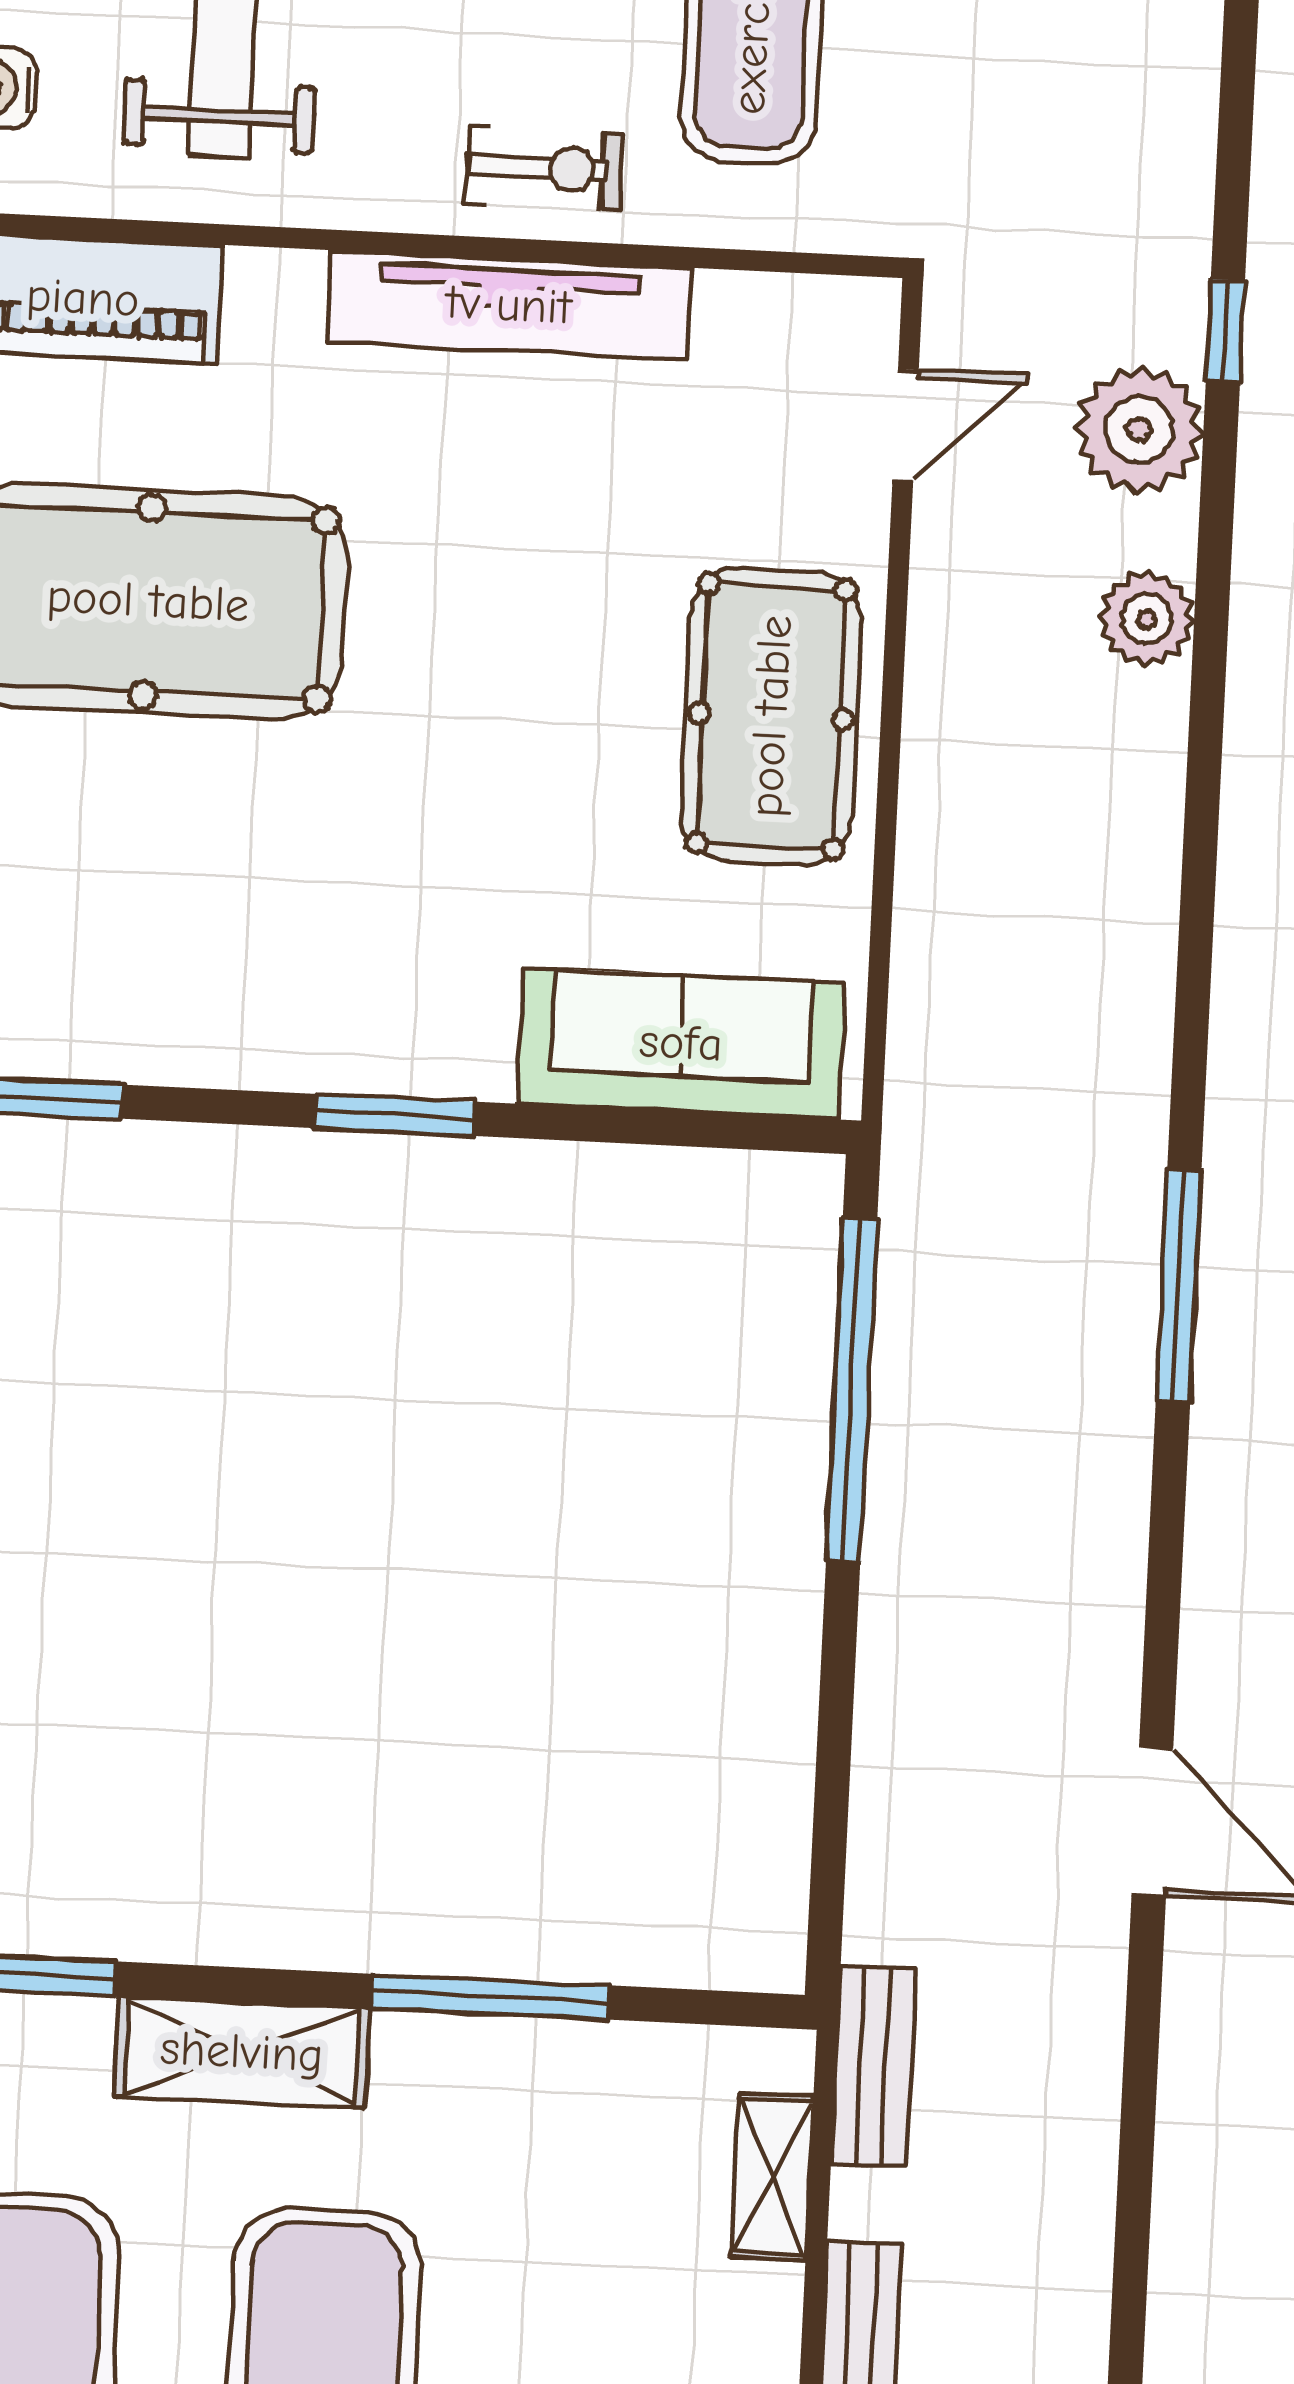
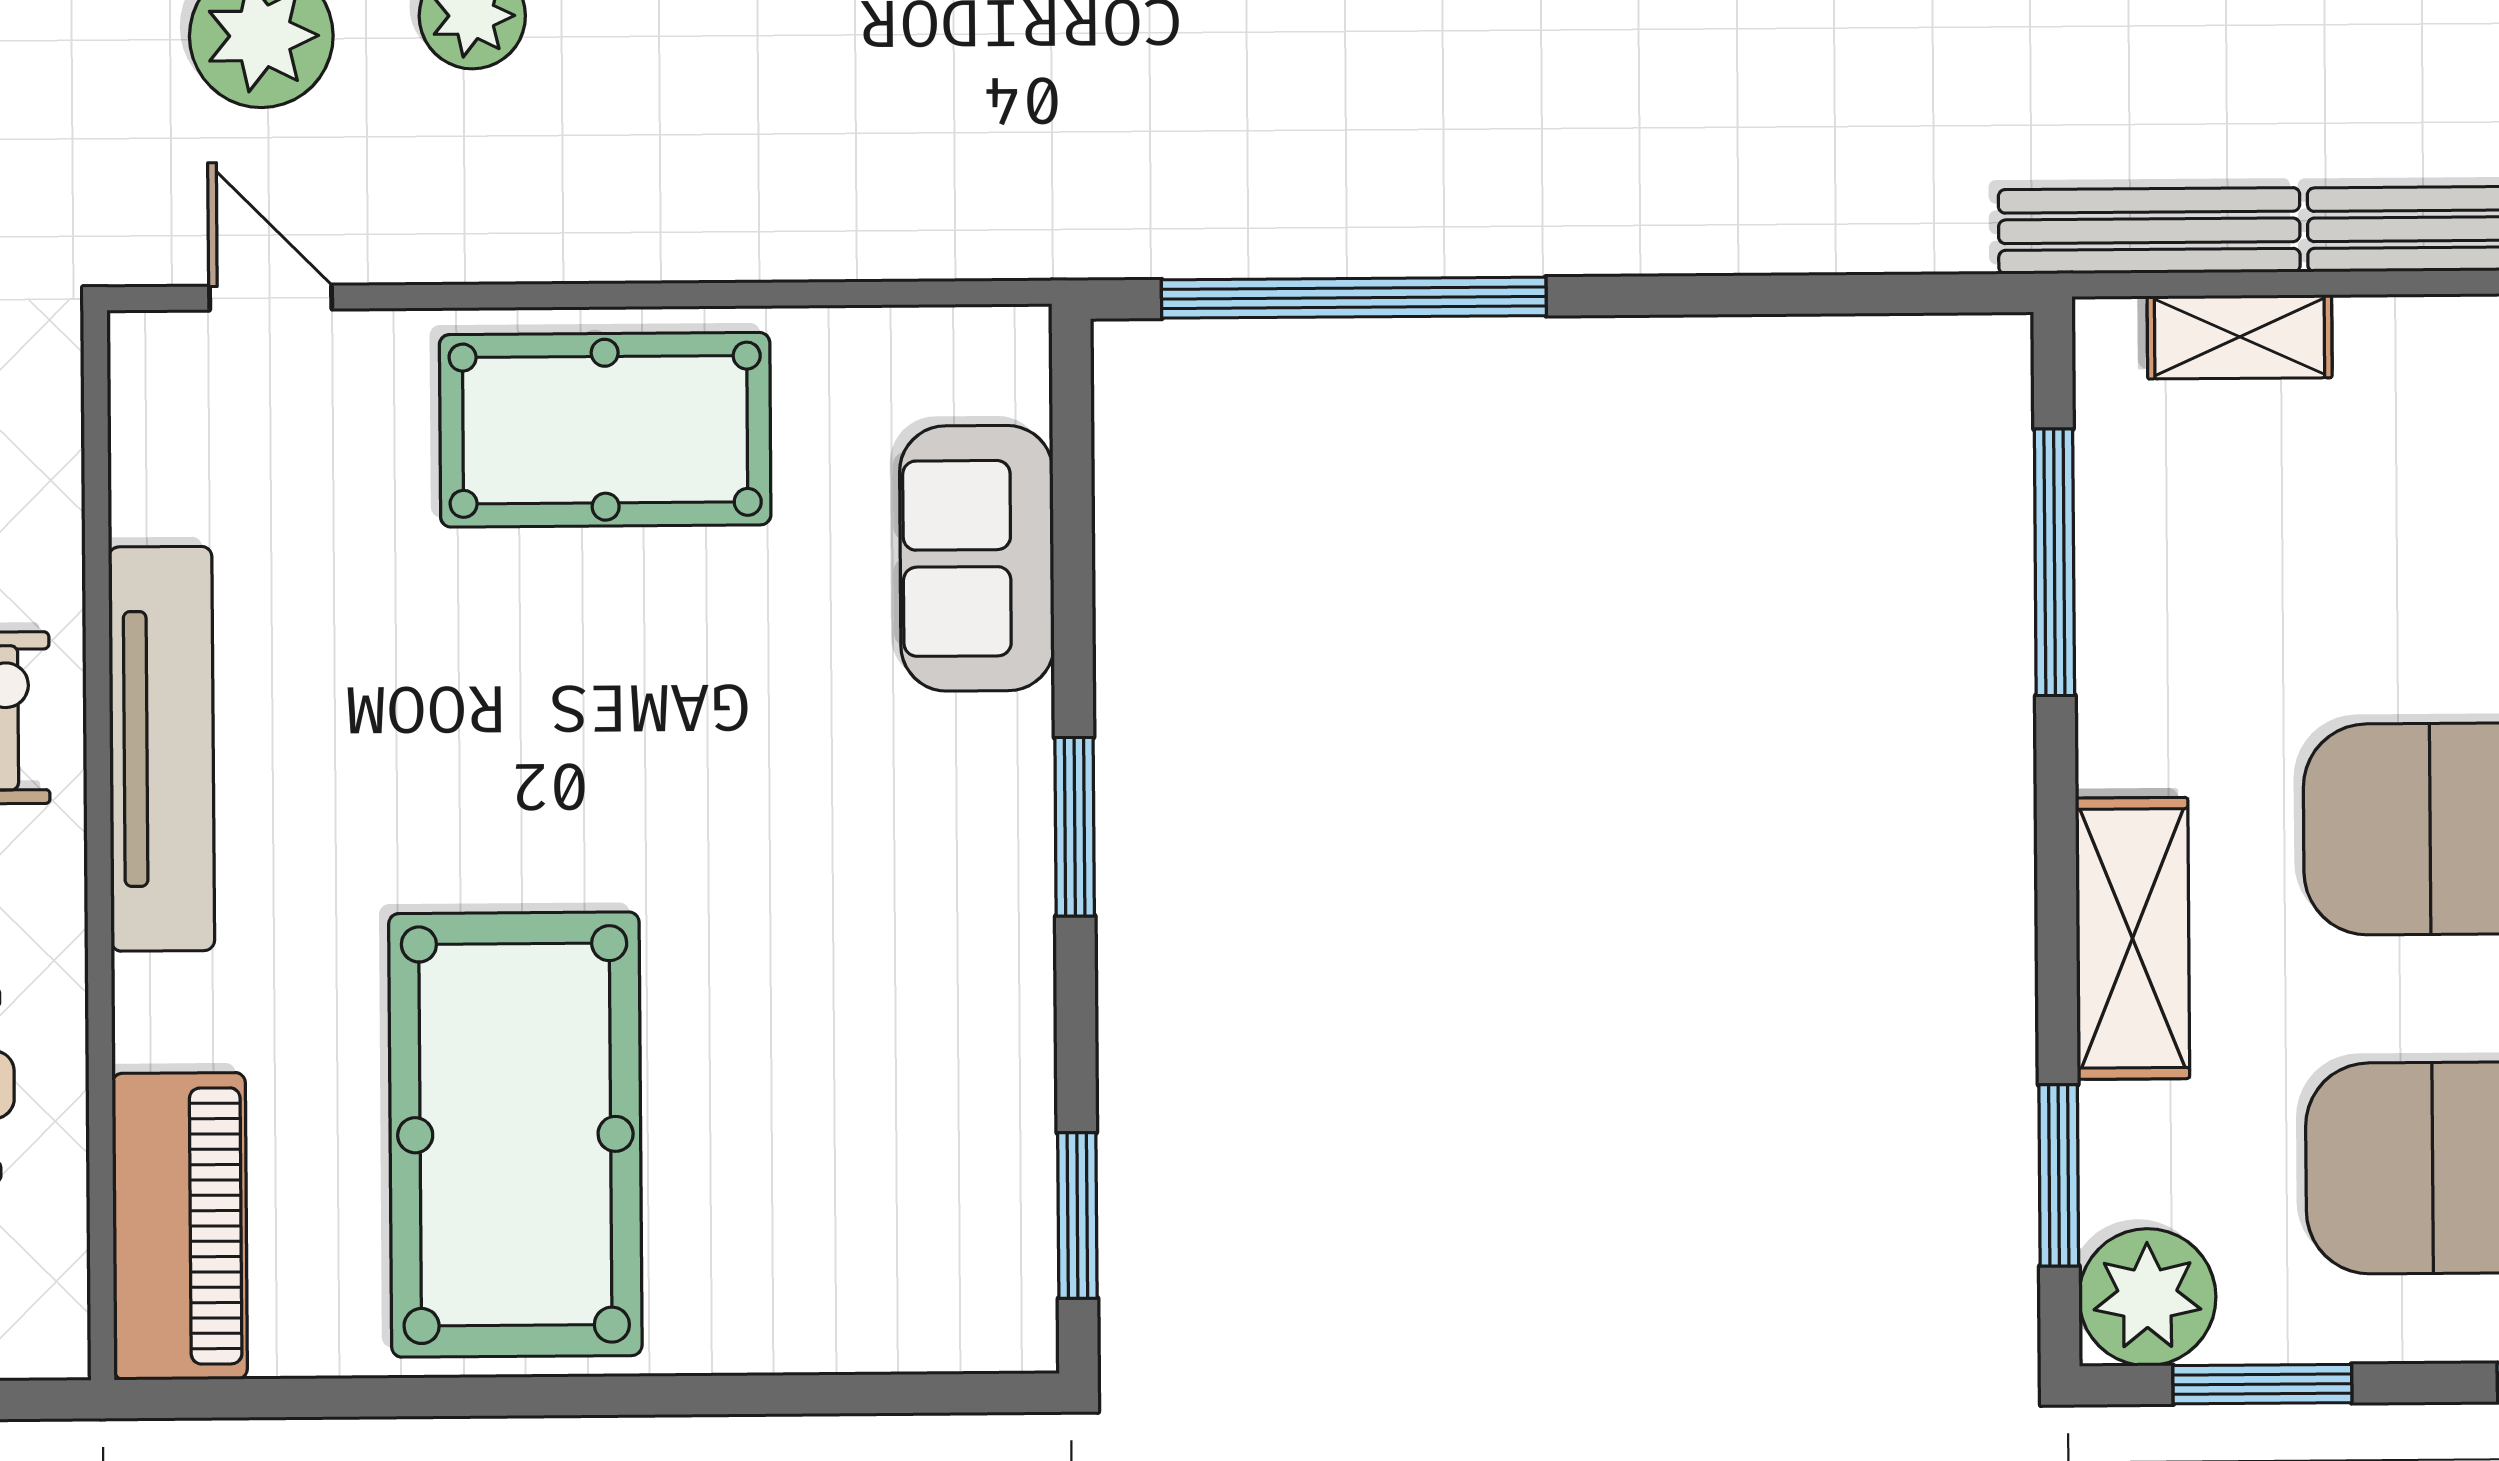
sofa: (681, 1043) -> (977, 558), width x0.73
window: (491, 1997) -> (2054, 562), moved
bench: (873, 2066) -> (2149, 231), width x1.36

